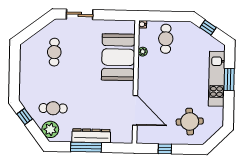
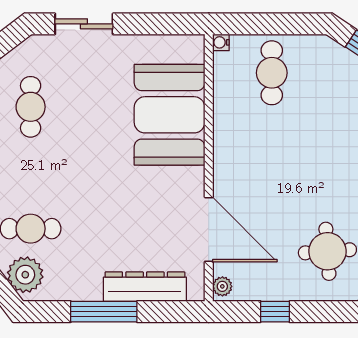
plant: (143, 52) -> (222, 286), moved
dresser: (91, 136) -> (145, 287), moved

